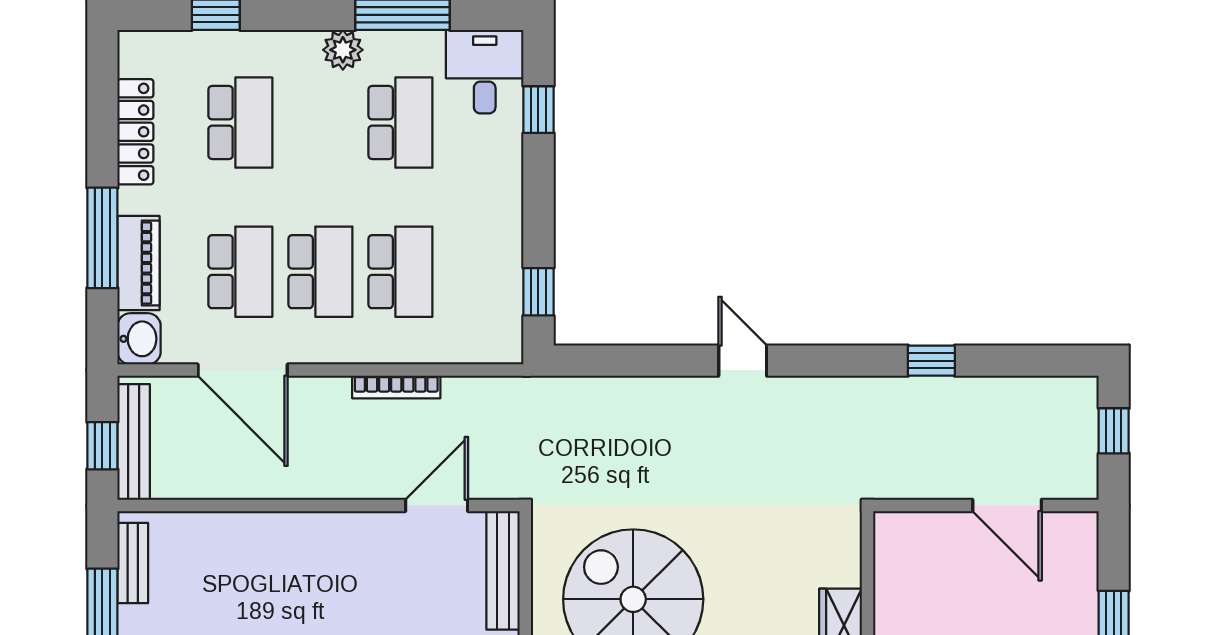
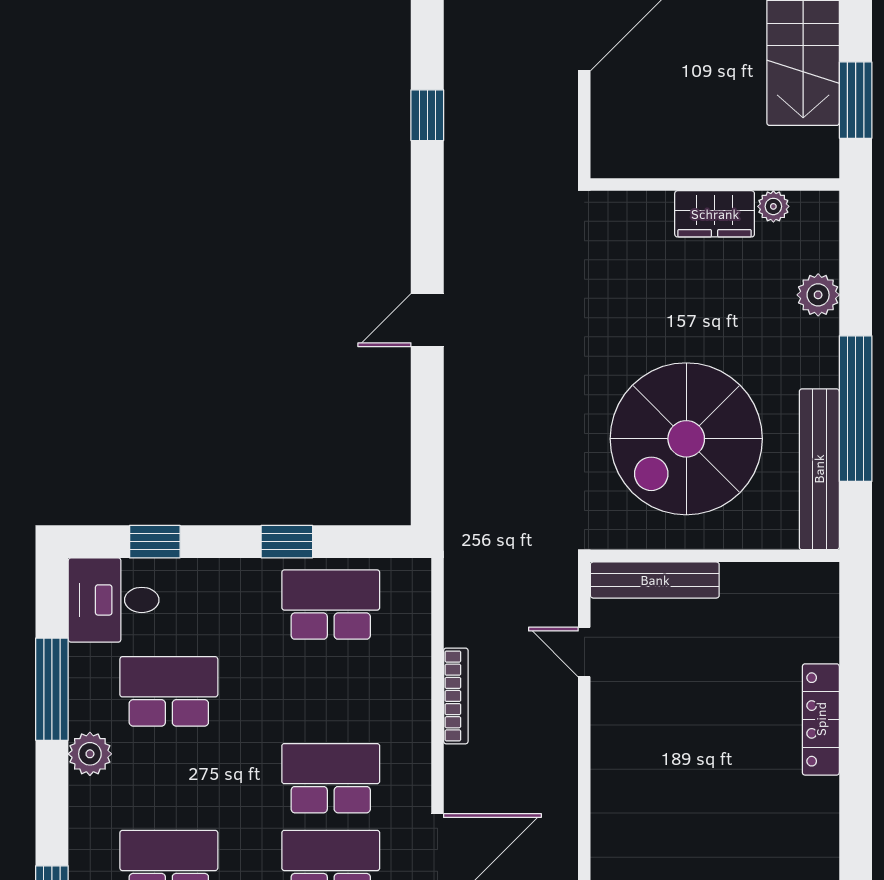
school desk: (400, 272) -> (331, 605), moved
window: (538, 292) -> (287, 542), moved
door: (437, 505) -> (584, 652), width x0.73

